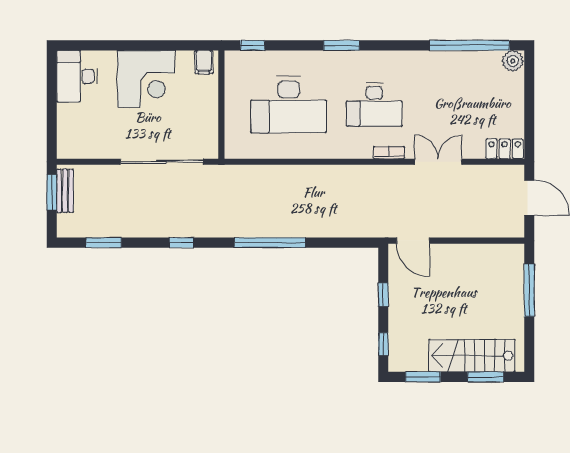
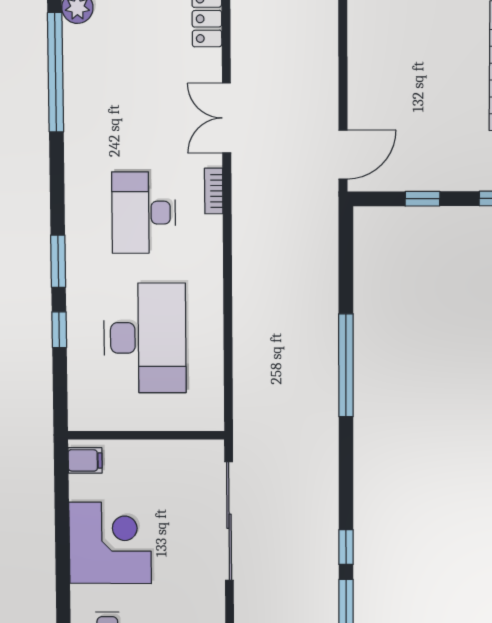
window: (253, 45) -> (59, 330), moved
desk: (374, 105) -> (144, 213), turned 180
window: (181, 243) -> (346, 547), moved

